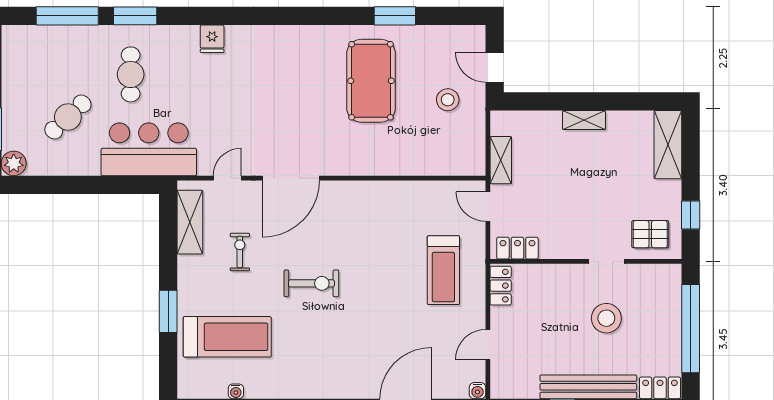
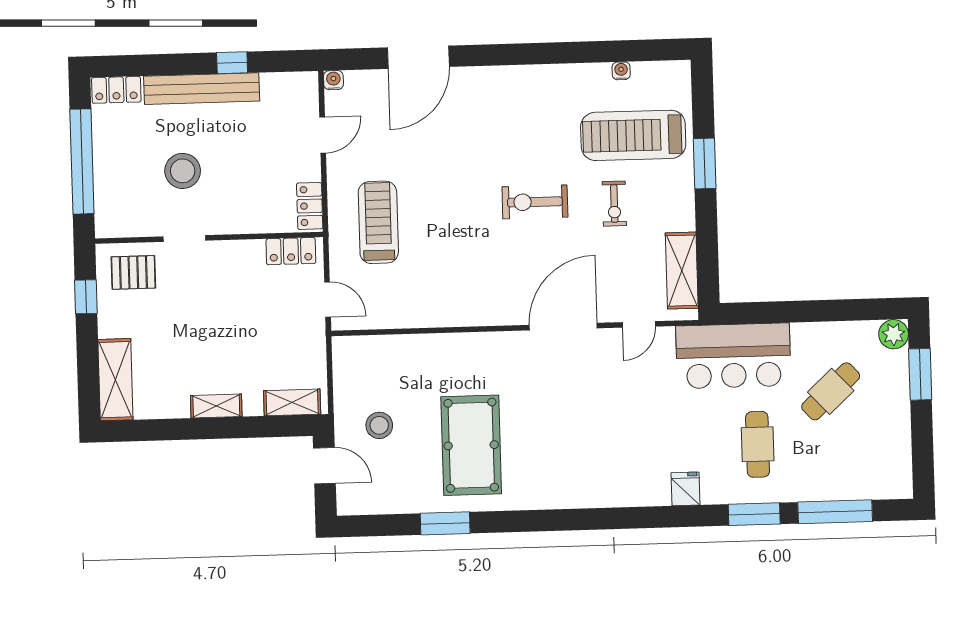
fridge: (212, 39) -> (686, 489), moved
shelving: (501, 160) -> (292, 402), moved, turned 90
exercise bike: (240, 252) -> (614, 204), moved

